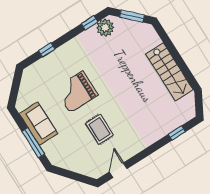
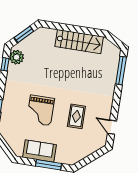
rug: (99, 129) -> (76, 116), turned 90
window: (177, 133) -> (121, 70), width x2.17

